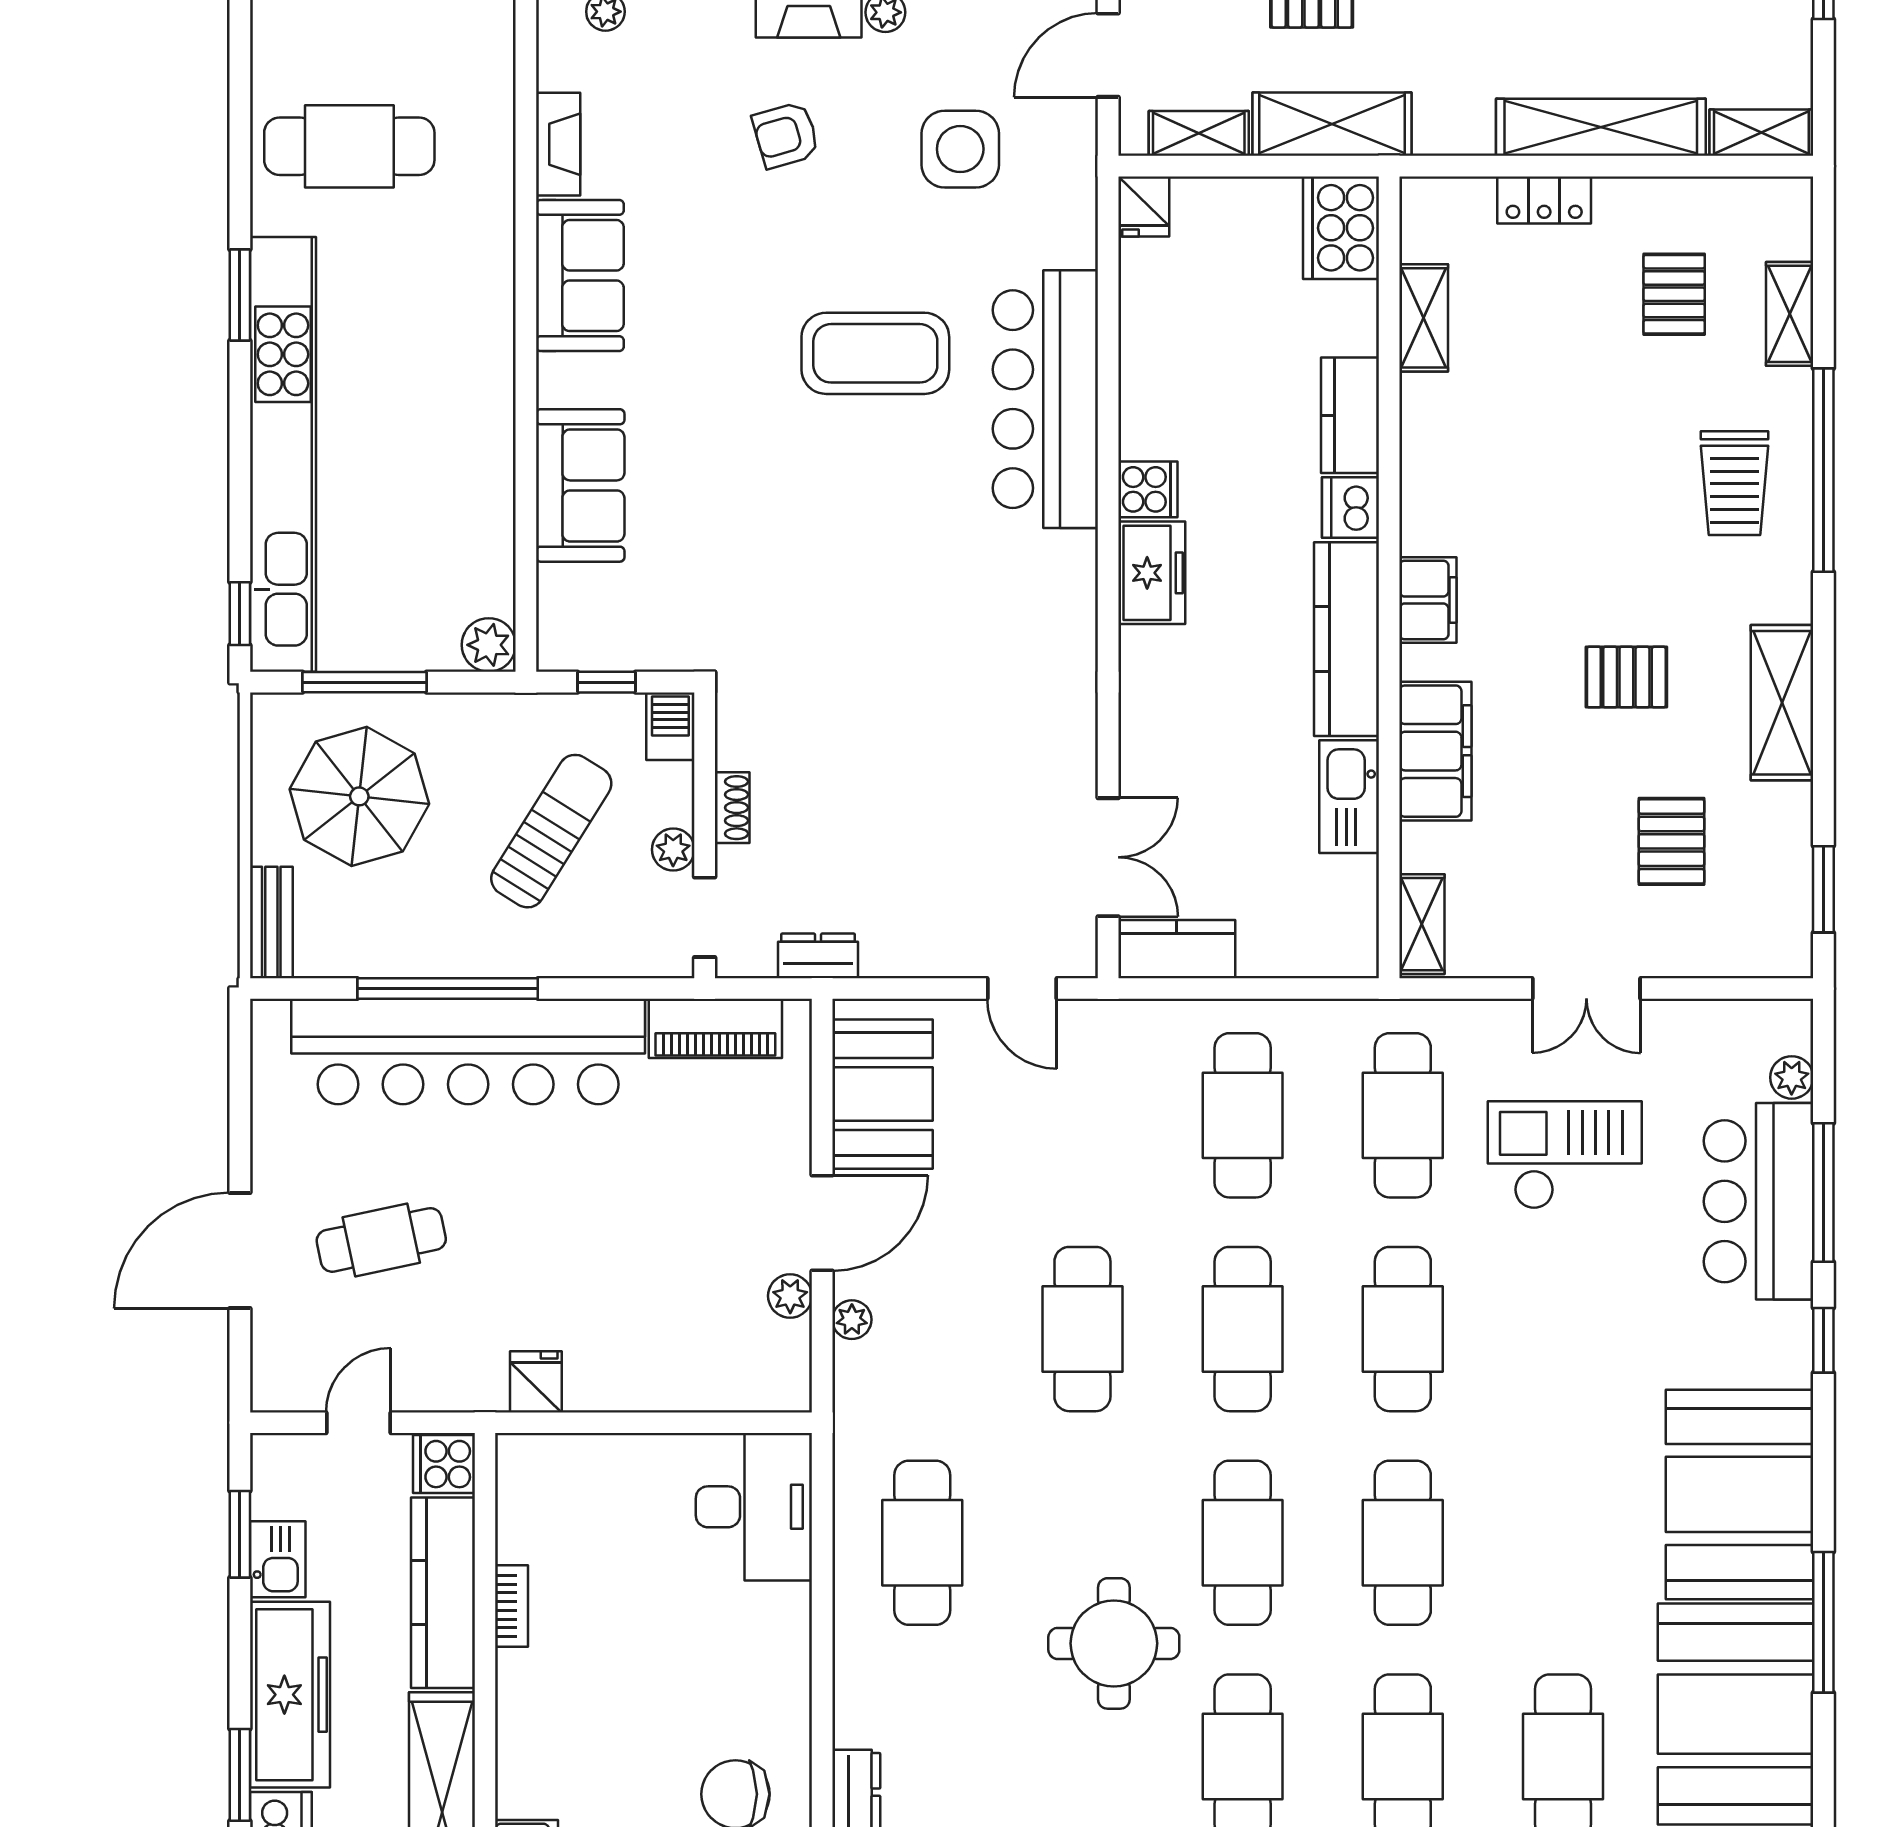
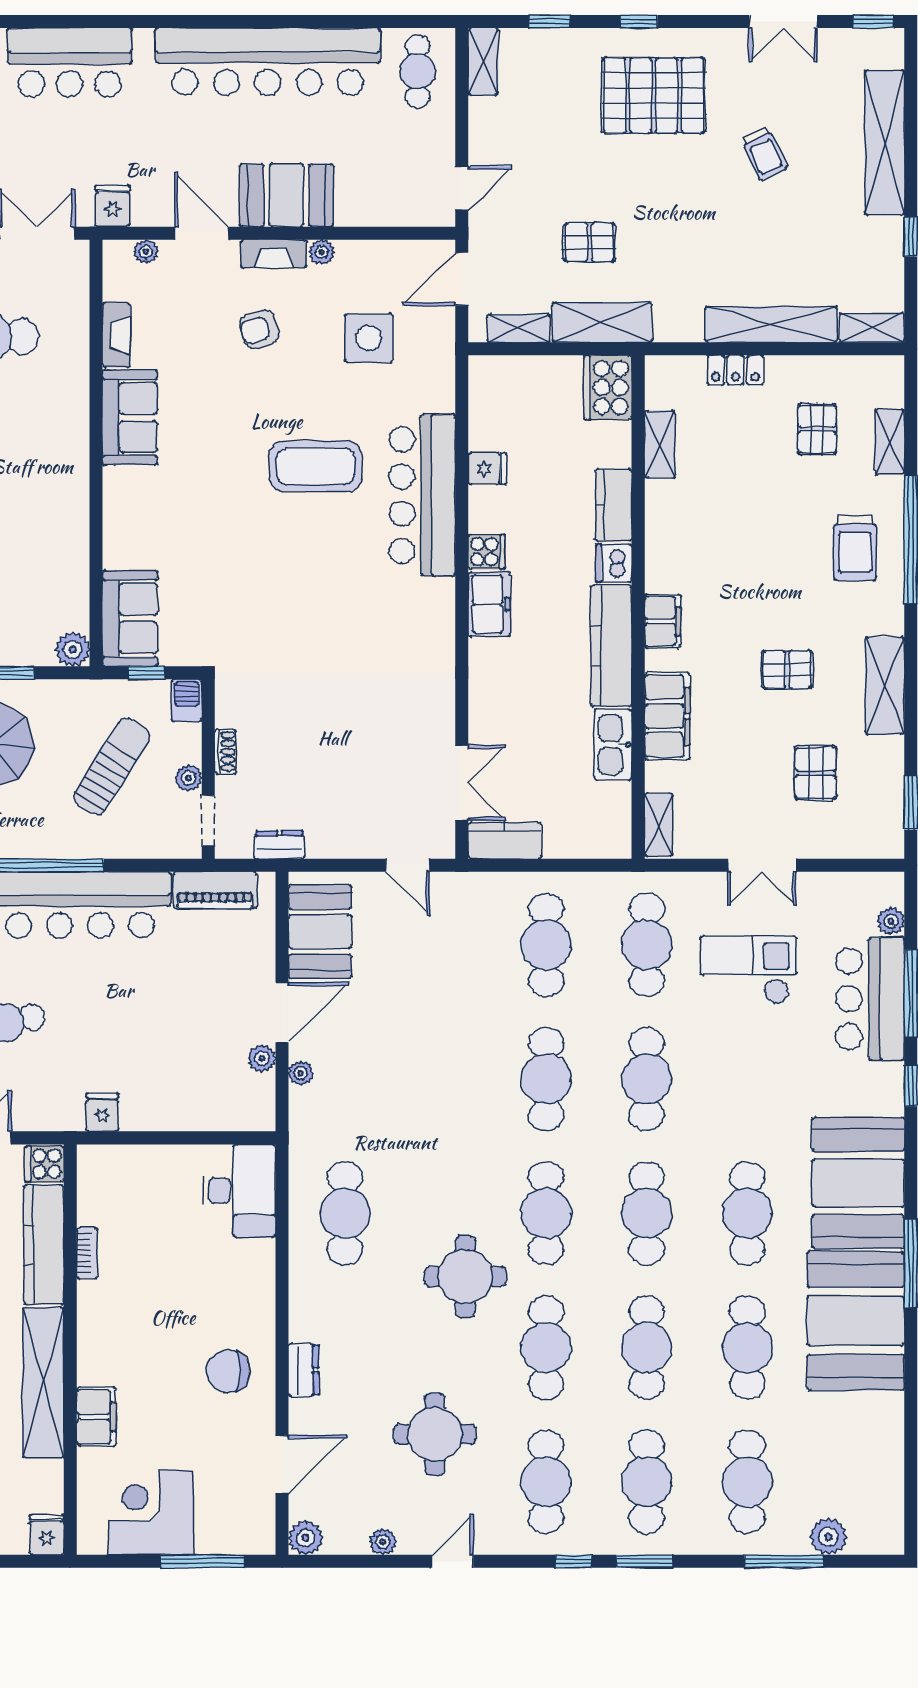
fridge: (1144, 207) -> (487, 469), moved, turned -90
sofa: (580, 485) -> (130, 618), moved
cafe table: (1082, 1329) -> (747, 1213), moved

